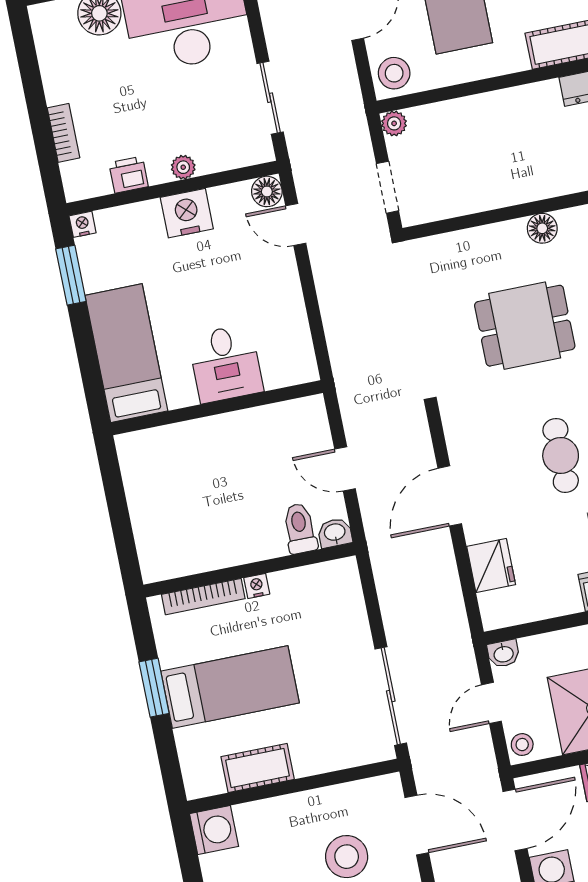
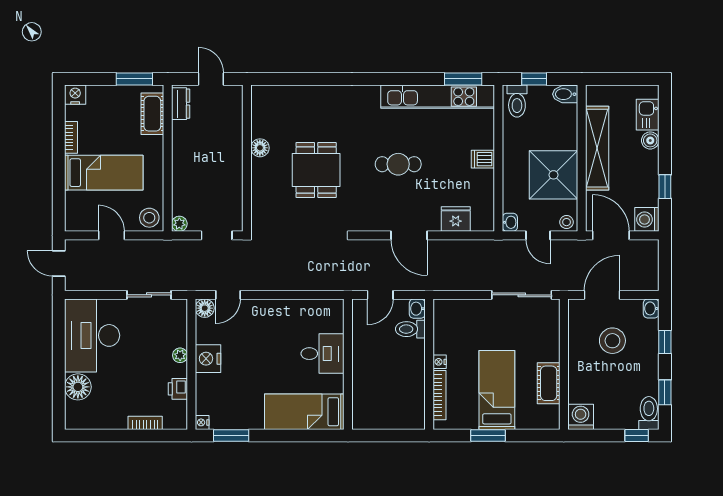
bed: (126, 353) -> (304, 412), moved
desk: (226, 364) -> (323, 354), moved
wall: (217, 408) -> (348, 364), moved

